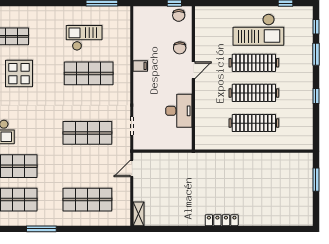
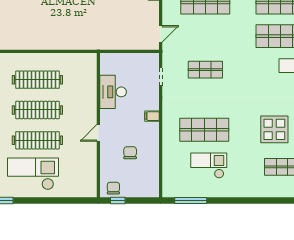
checkout: (84, 38) -> (209, 166), turned 180
chair: (180, 48) -> (130, 153), moved
filing cabinet: (140, 66) -> (152, 116), moved
shop shelf: (87, 133) -> (205, 70), width x0.70, depth x0.74

